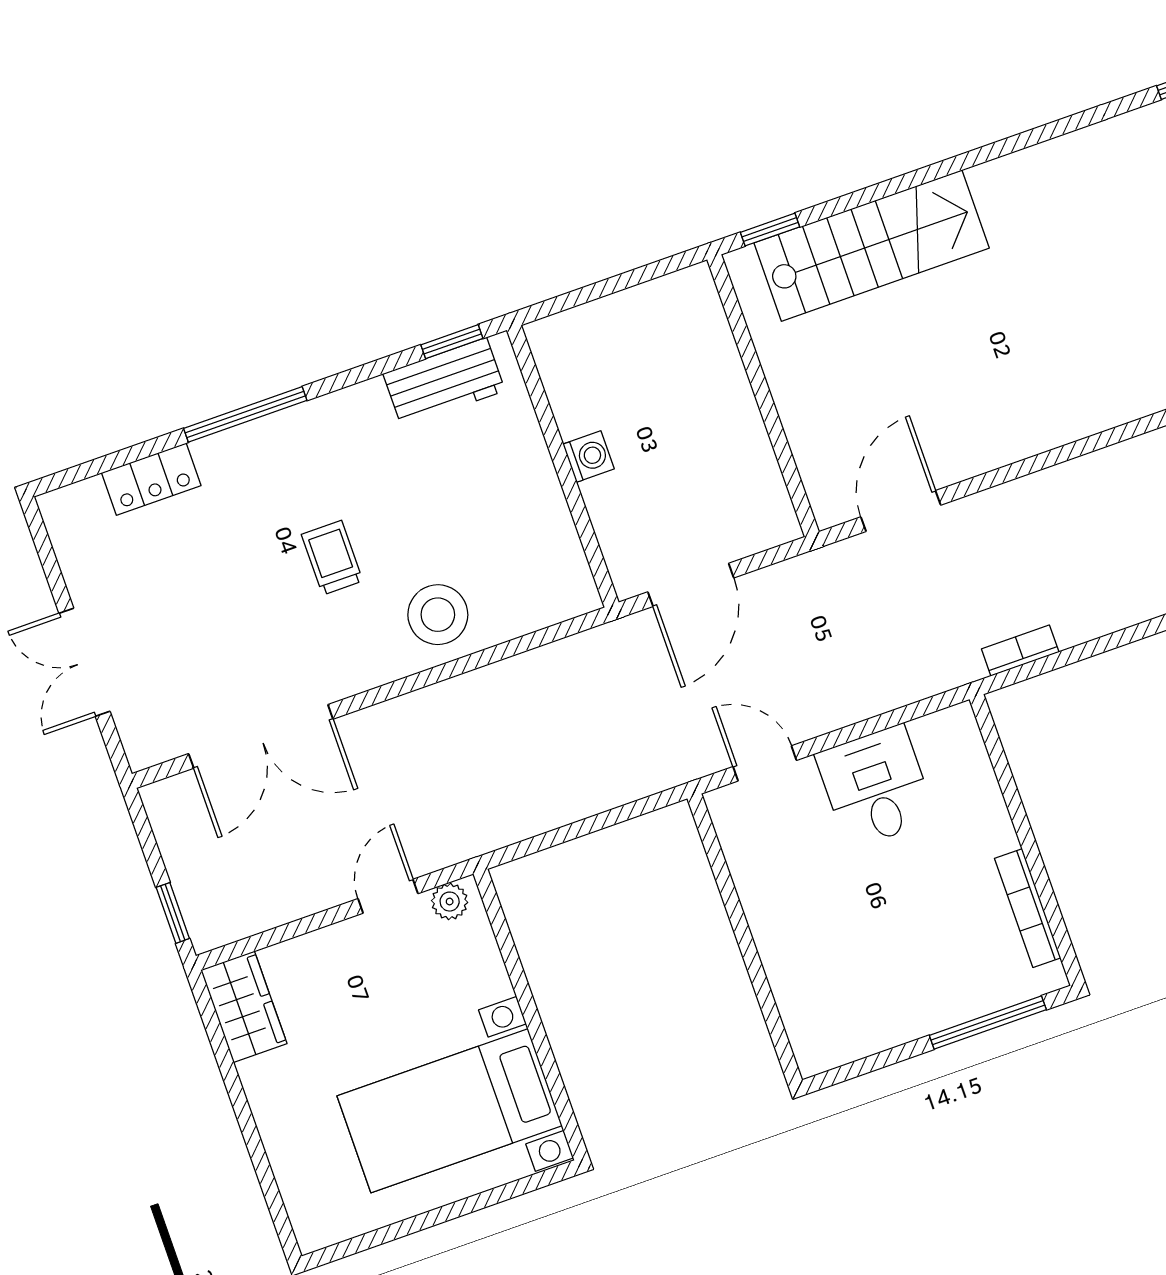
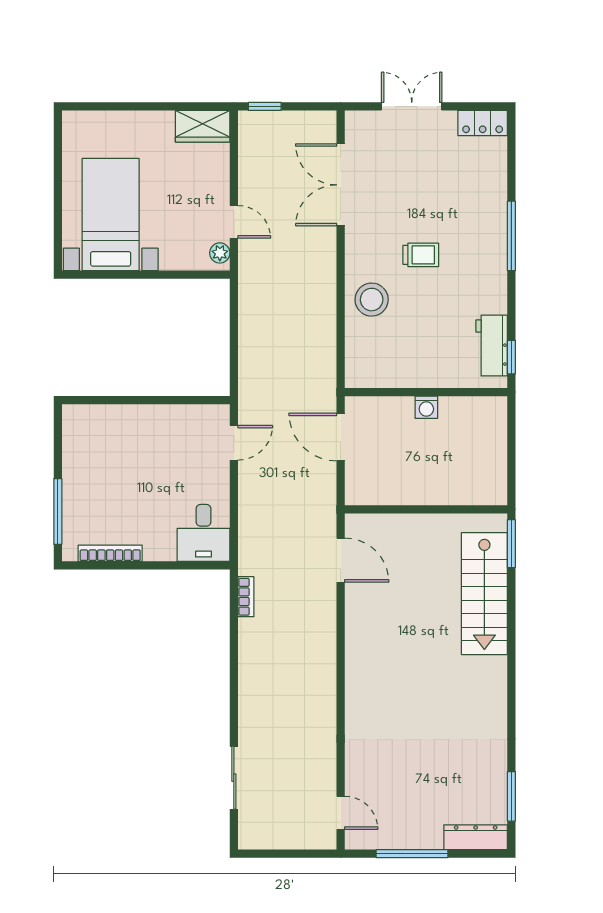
window: (770, 230) -> (511, 544), width x1.50
locker: (151, 479) -> (483, 123), moved, turned -90
desk: (876, 787) -> (203, 533), moved, turned 90

